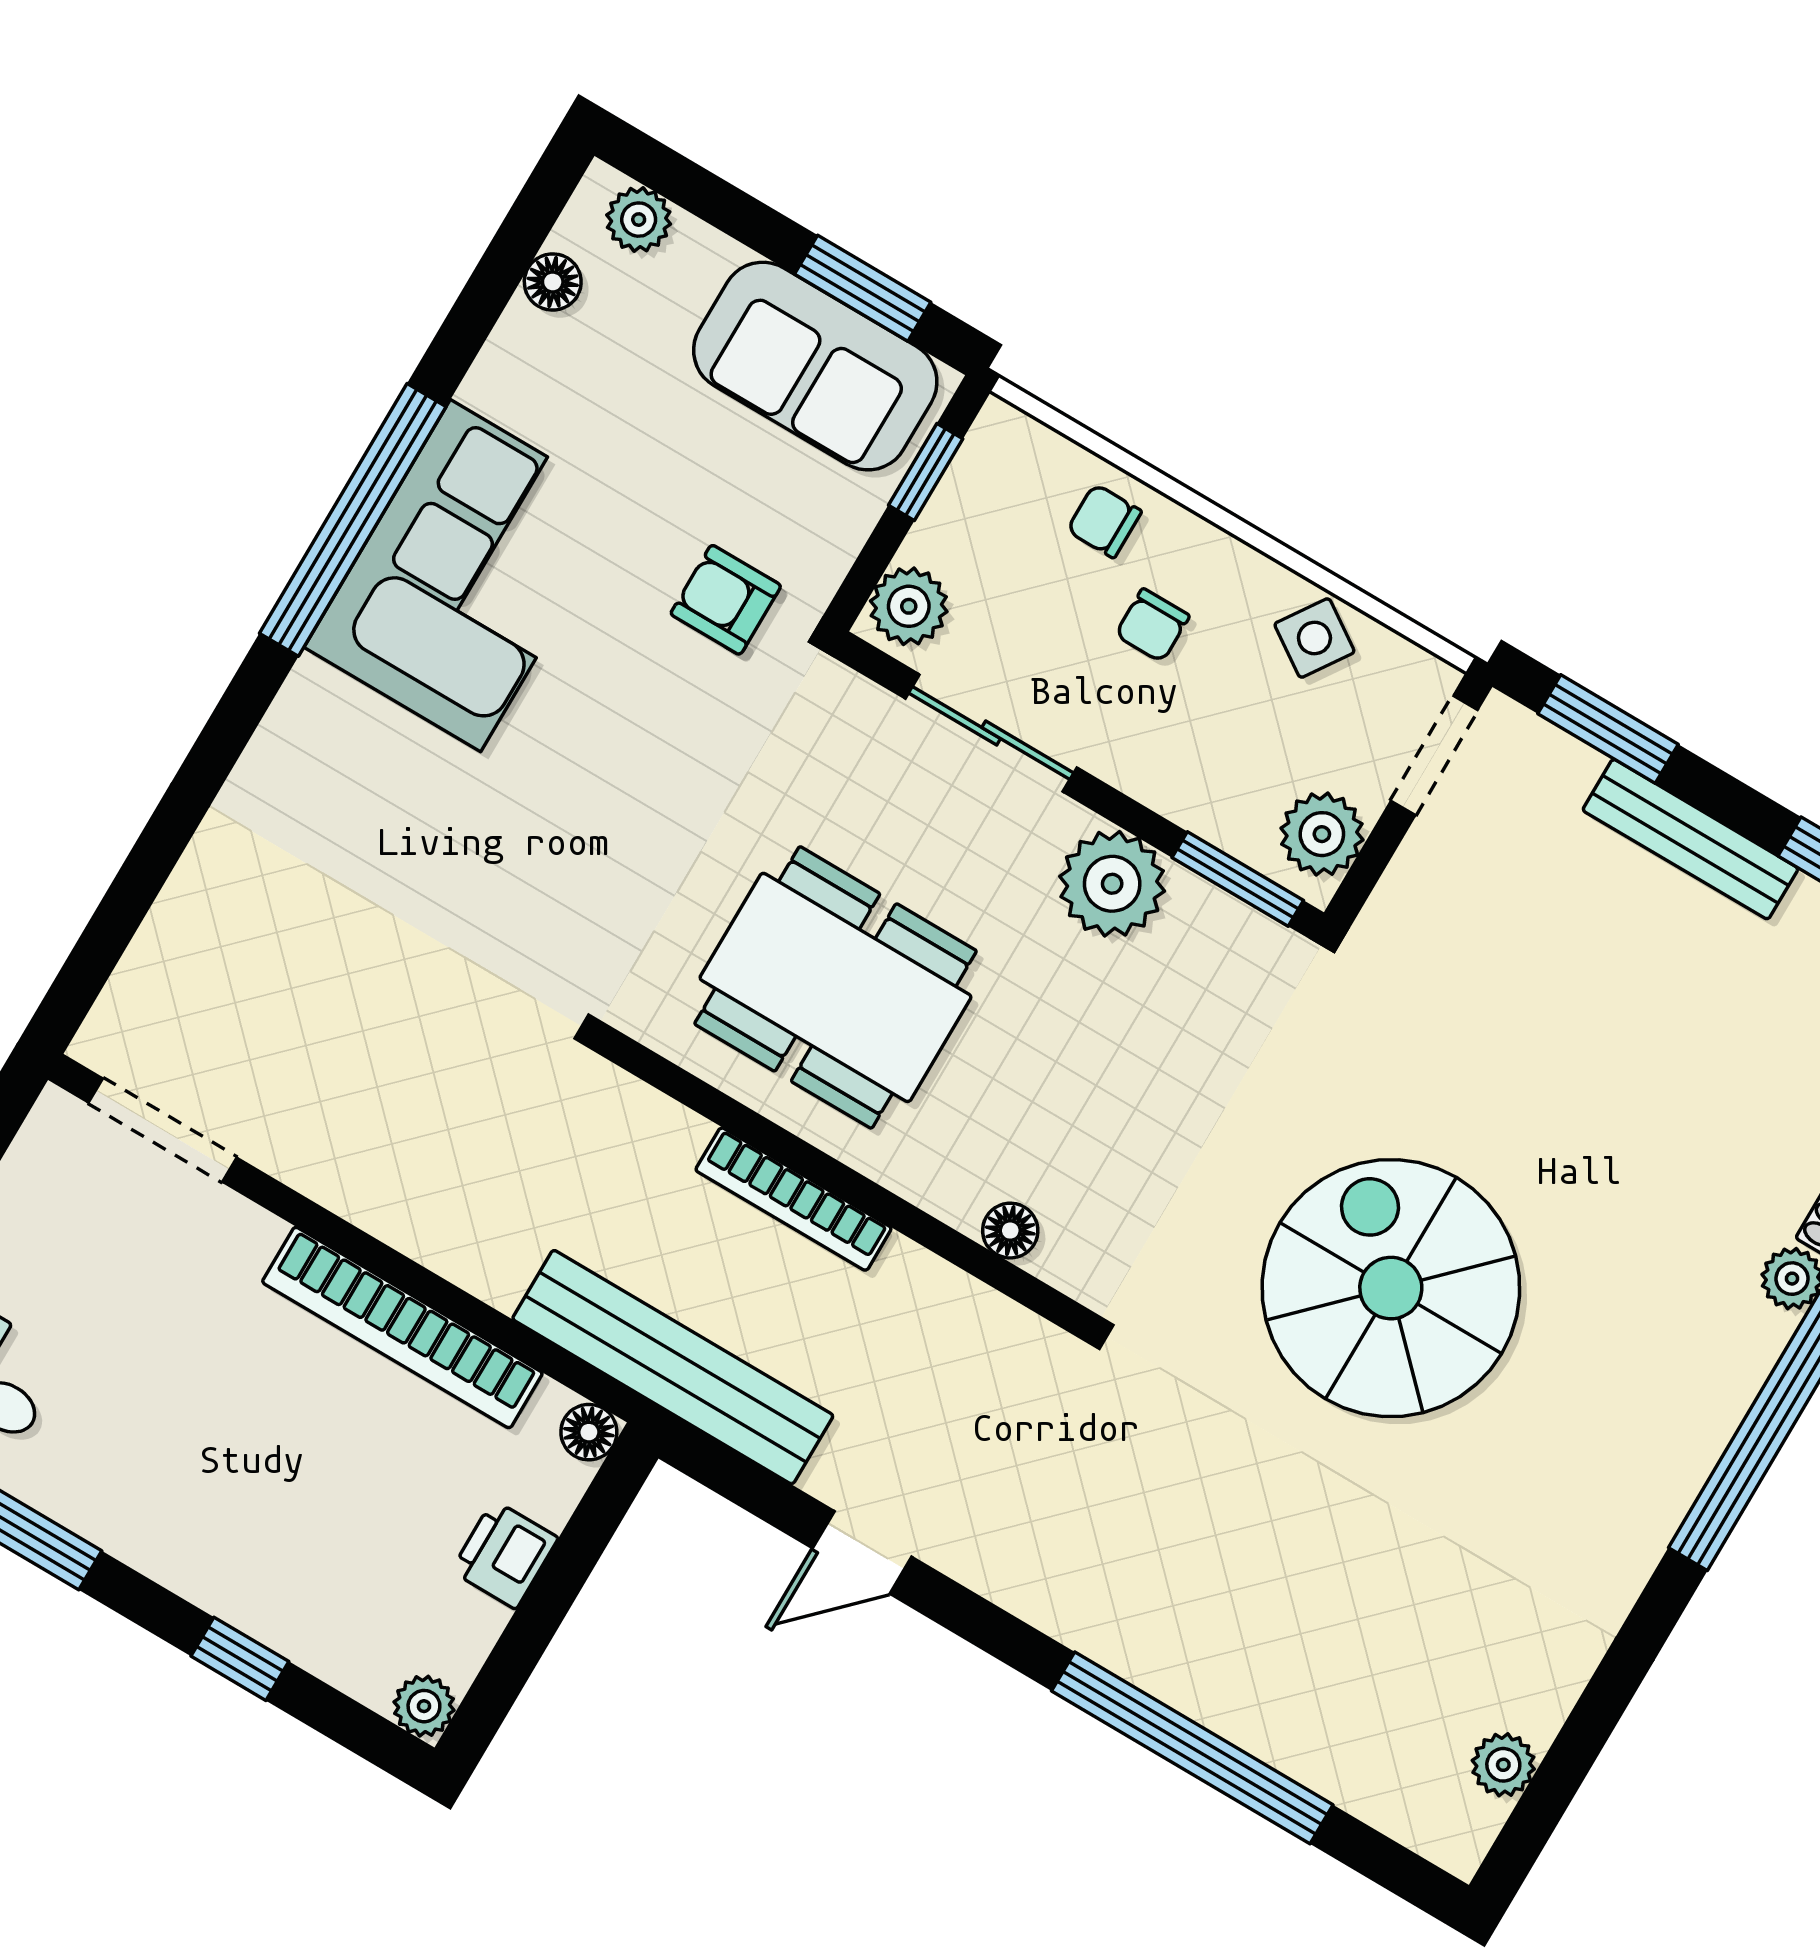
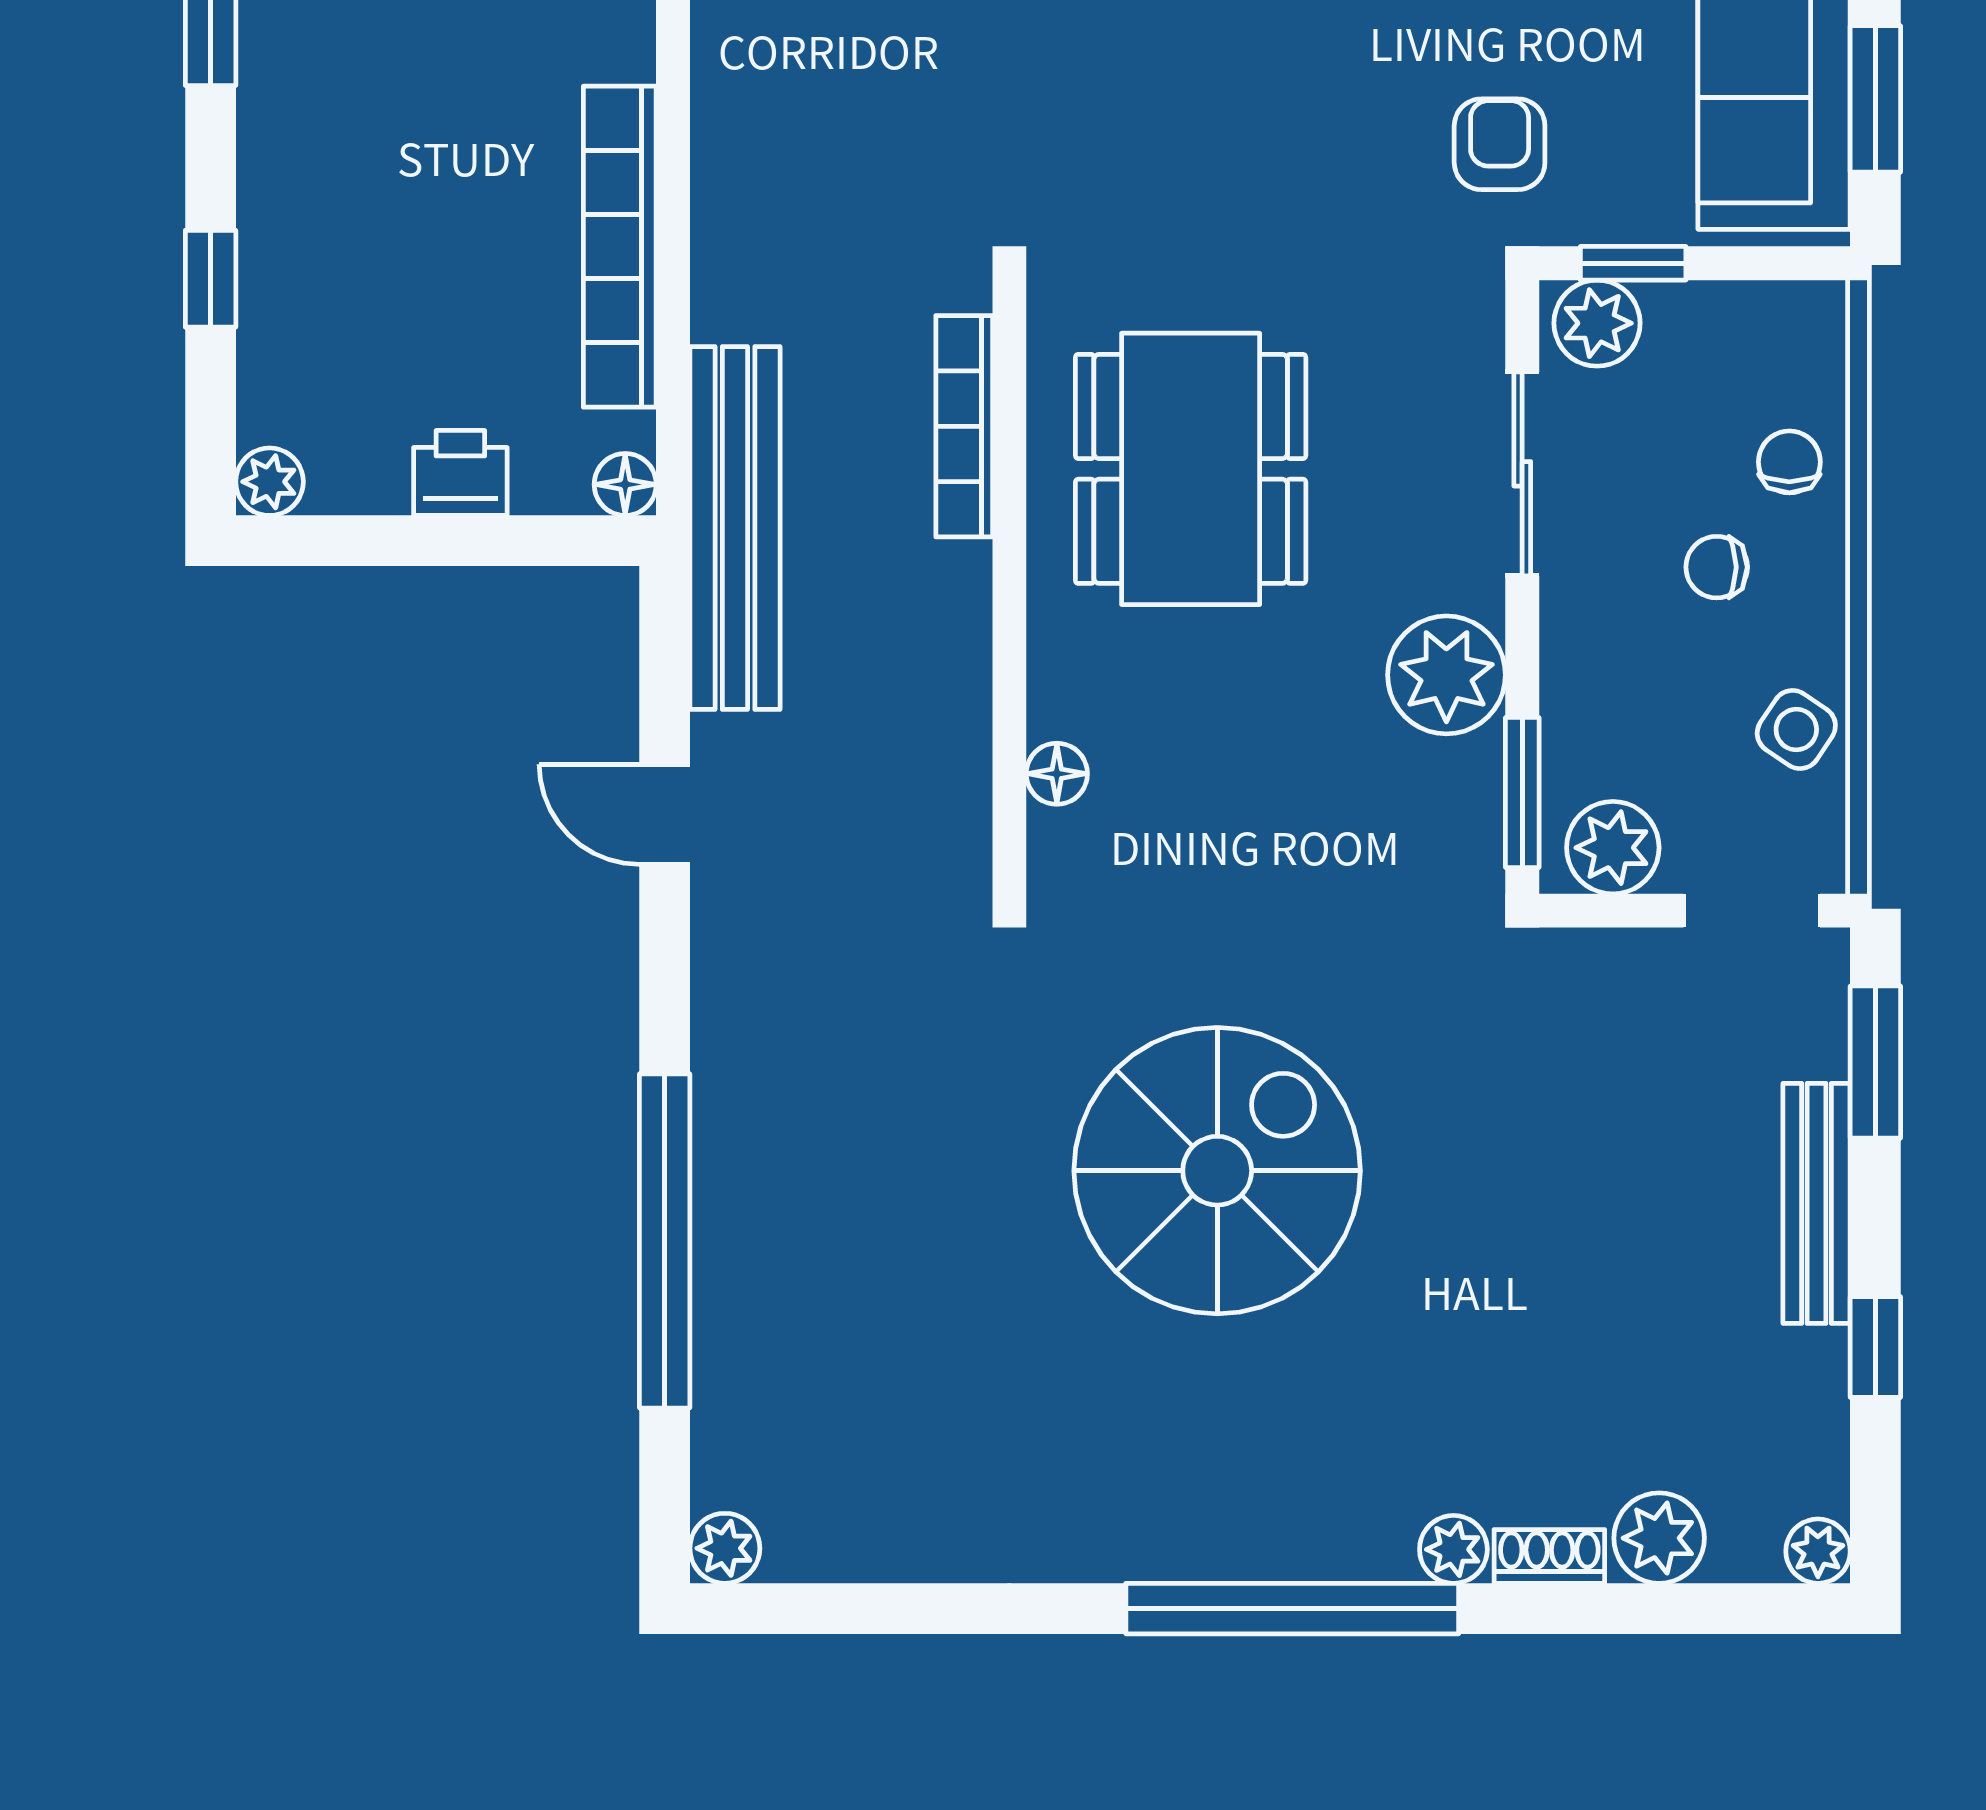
window: (926, 472) -> (1633, 263), moved
bookcase: (794, 1199) -> (964, 426), moved
plant: (1503, 1765) -> (725, 1548), moved

